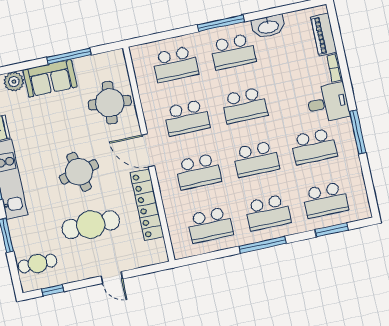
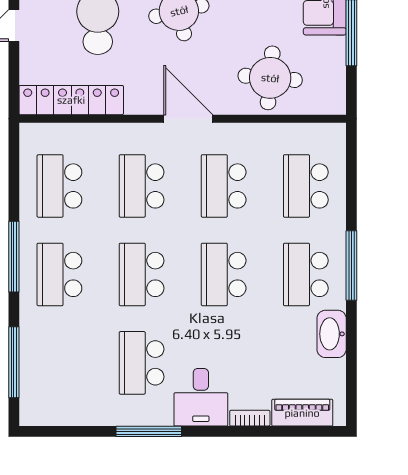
door: (148, 150) -> (188, 119), hinge flipped
school desk: (326, 200) -> (59, 363), removed
locker: (147, 205) -> (71, 100), moved
window: (332, 230) -> (14, 362), width x1.44

